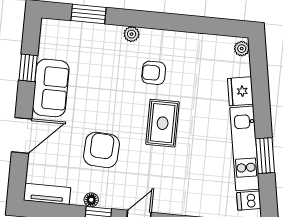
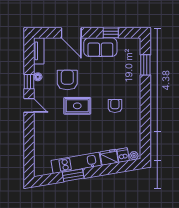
plant: (132, 34) -> (136, 91), removed
rug: (163, 123) -> (77, 106), moved
armchair: (101, 150) -> (67, 80), turned -93
dishwasher: (249, 201) -> (123, 155), moved

